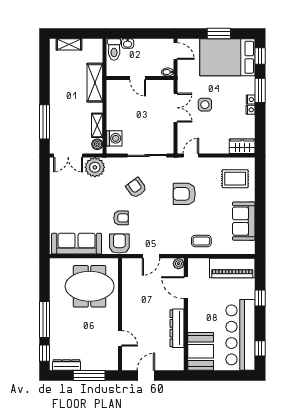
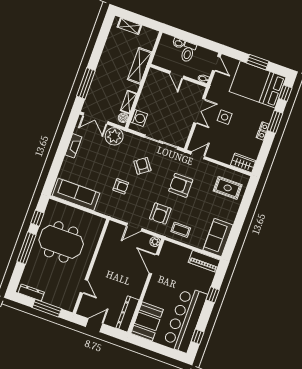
toilet: (114, 49) -> (188, 52), moved
fireplace: (55, 193) -> (73, 146), added
sofa: (244, 221) -> (218, 237), moved
armchair: (119, 244) -> (160, 214), moved, turned 180
piano: (232, 268) -> (204, 261), width x0.73, depth x0.75
meeting table: (90, 286) -> (61, 242), moved
dresser: (177, 328) -> (128, 314), moved
window: (45, 353) -> (37, 218), moved

